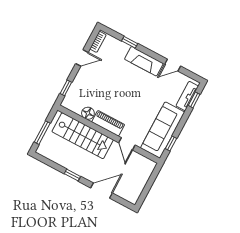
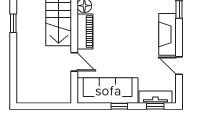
window: (171, 143) -> (119, 106), moved
door: (127, 144) -> (74, 62), swing flipped
door: (101, 190) -> (13, 61), removed

